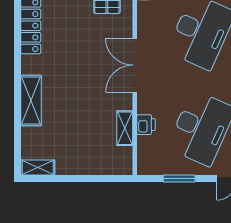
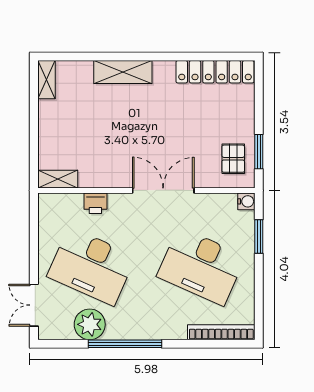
shelving: (125, 128) -> (58, 179), moved
window: (179, 179) -> (34, 241), removed

